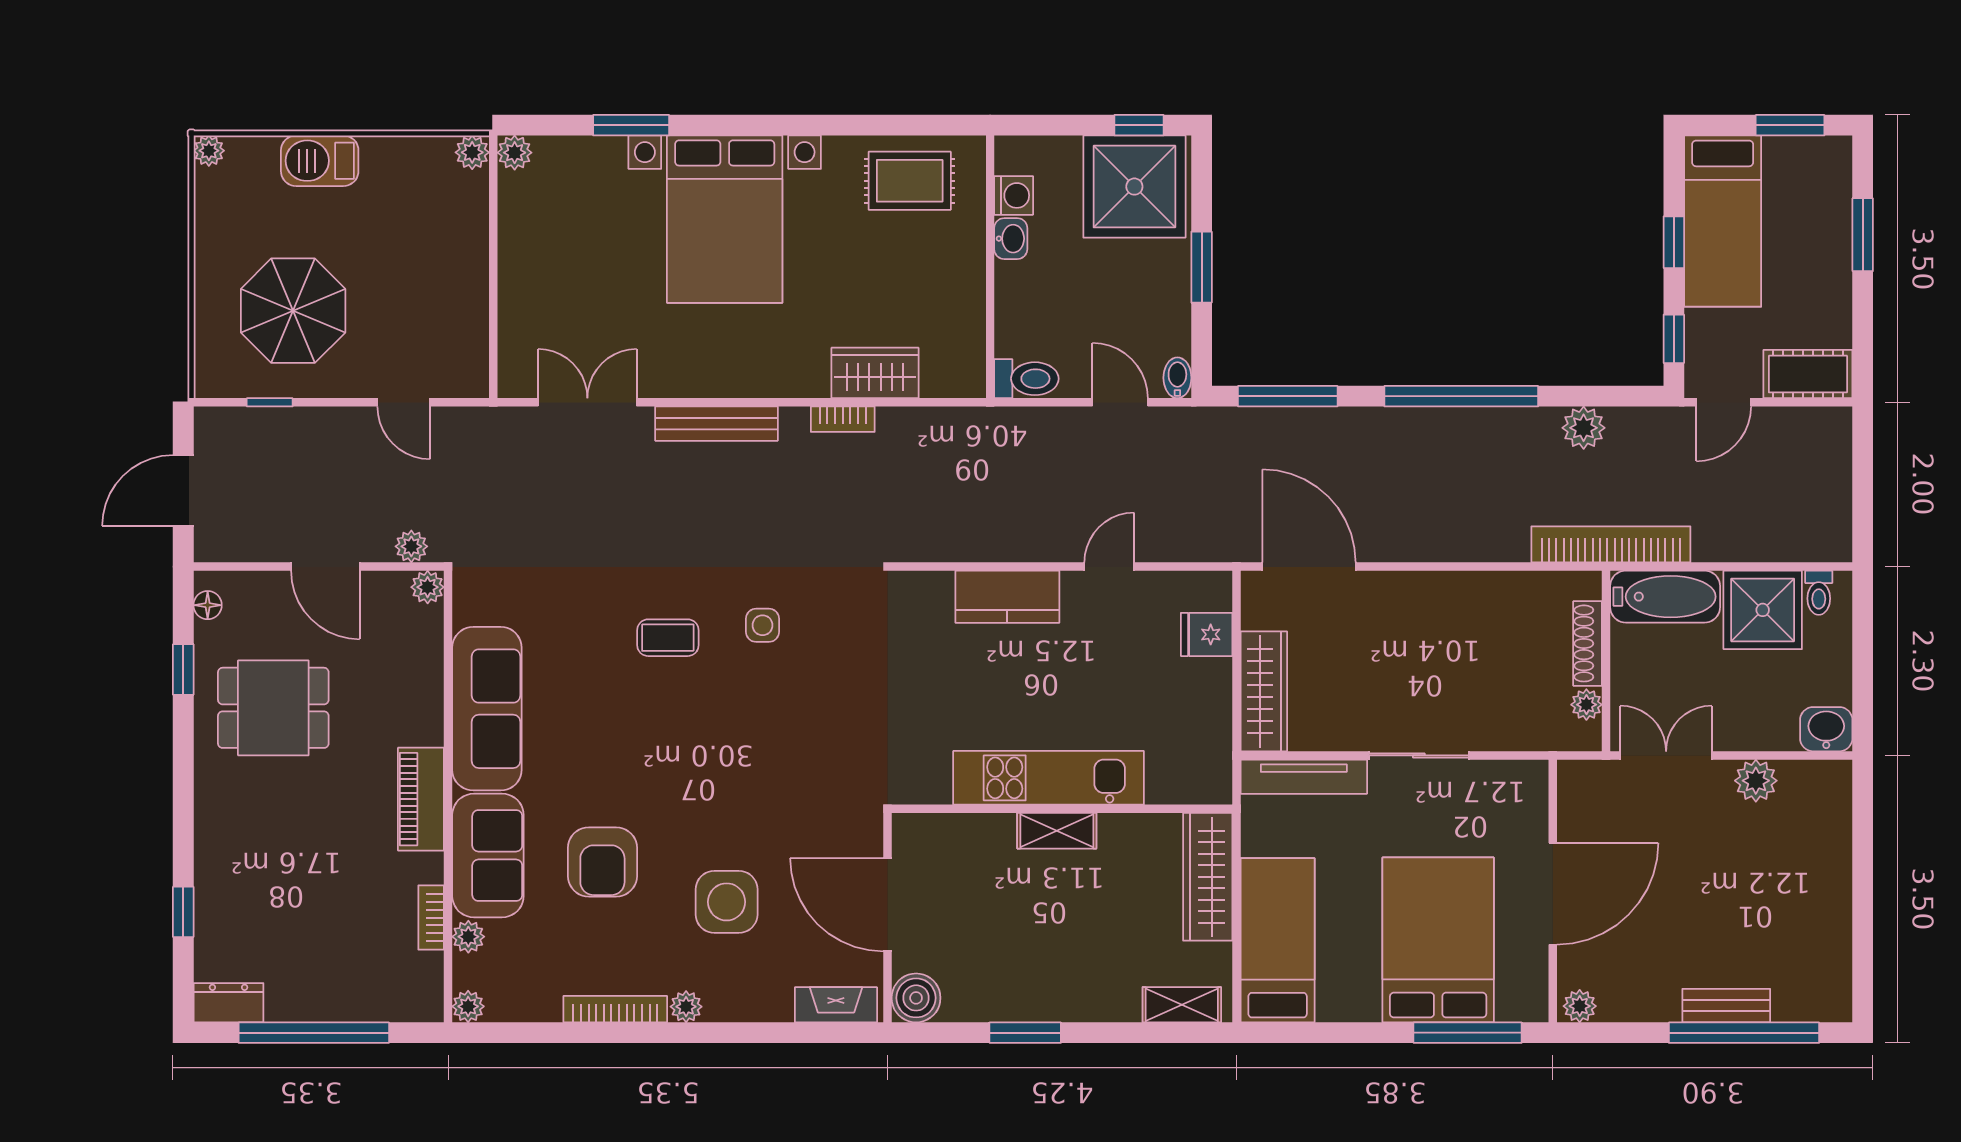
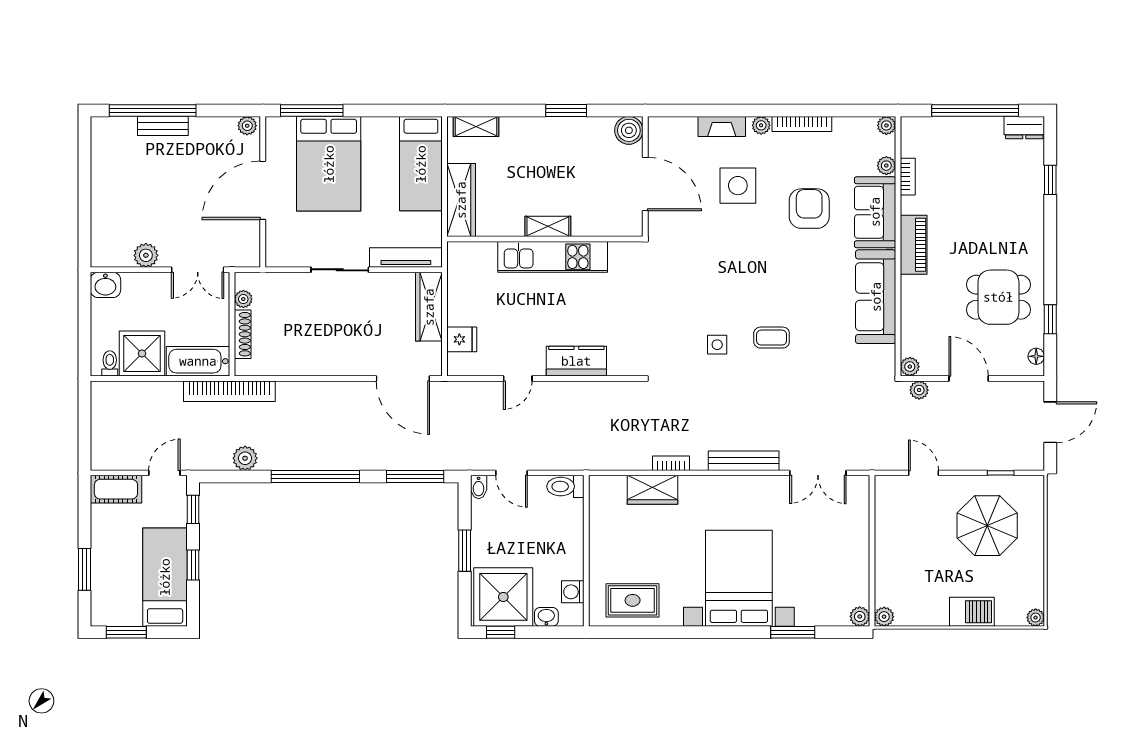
washbasin: (1011, 239) -> (546, 617), moved, turned 90
fireplace: (836, 1005) -> (722, 126), moved

